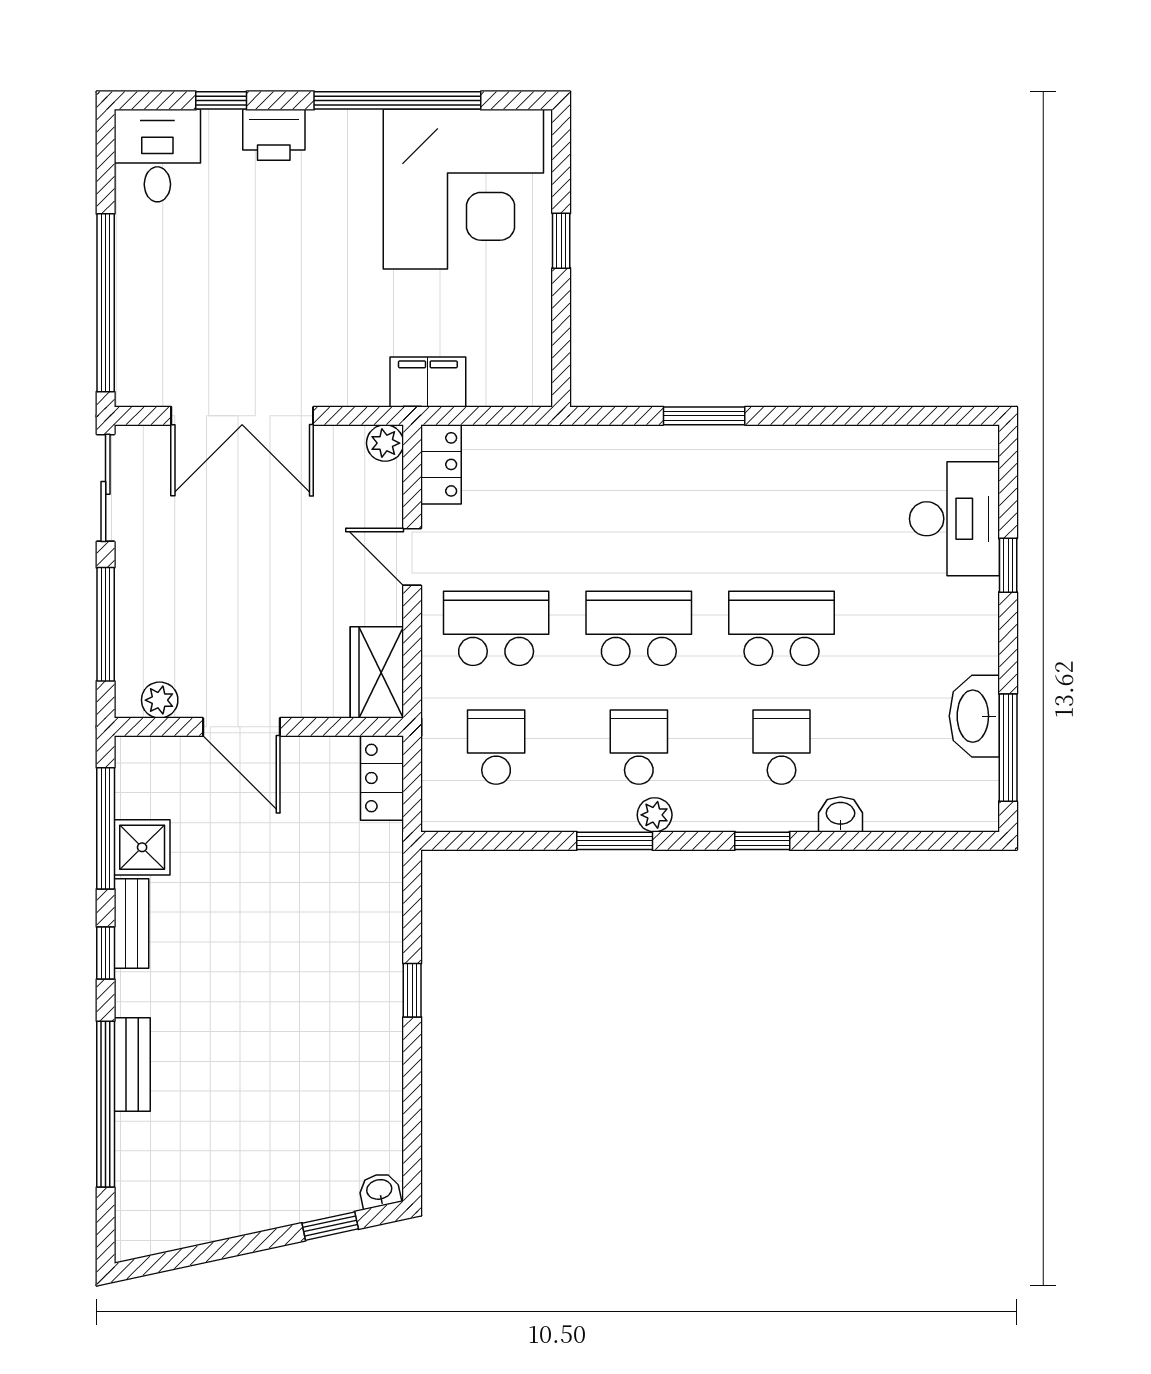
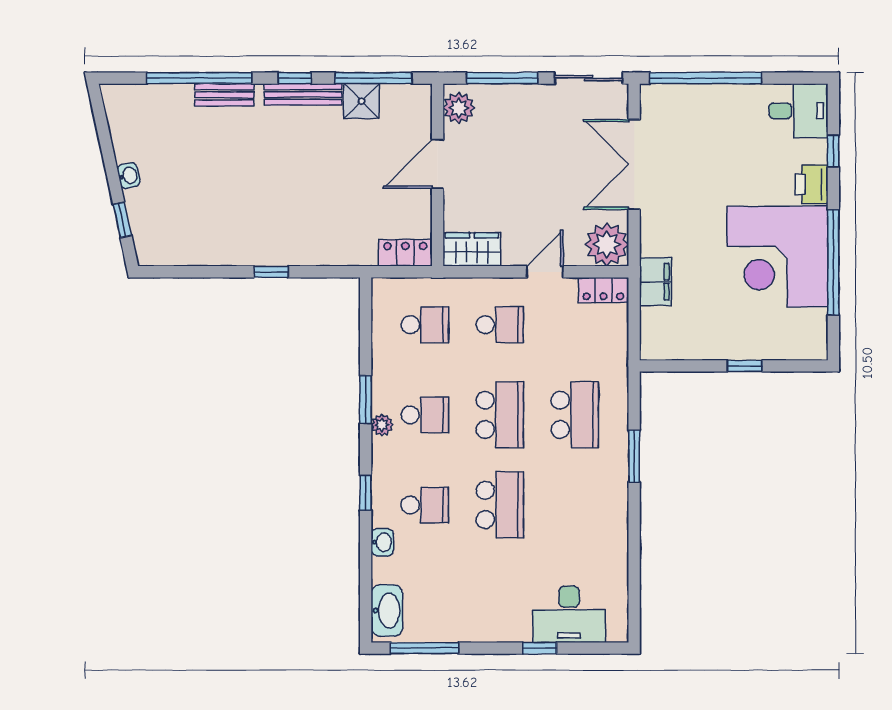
corner desk: (463, 189) -> (777, 257), moved
plant: (385, 443) -> (607, 244), width x1.87, depth x1.87
school desk: (639, 510) -> (575, 415), added
school desk: (496, 628) -> (500, 325), width x0.54
plant: (160, 700) -> (459, 108), width x1.38, depth x1.38
washbasin: (974, 716) -> (387, 610), moved, turned 90
bench: (131, 923) -> (303, 94), width x1.36
washbasin: (379, 1190) -> (129, 176), moved

